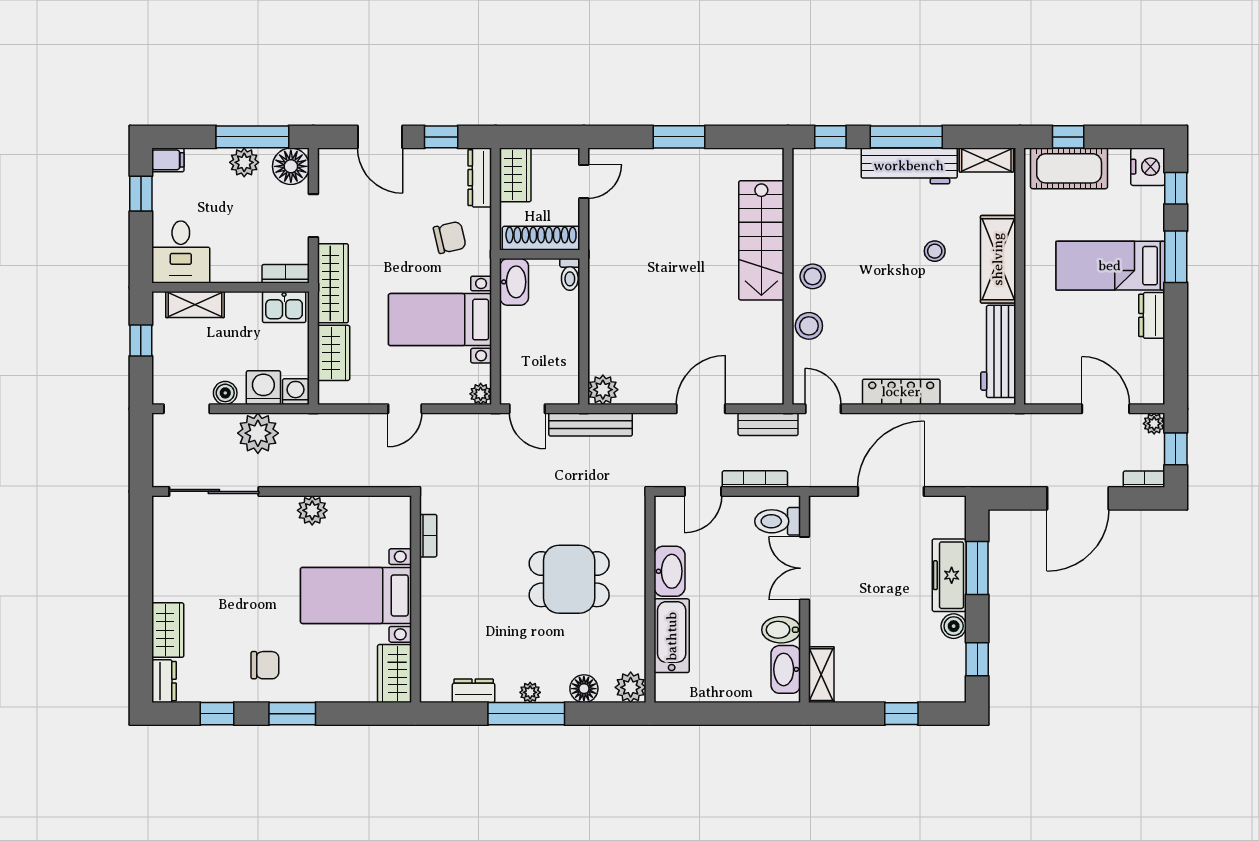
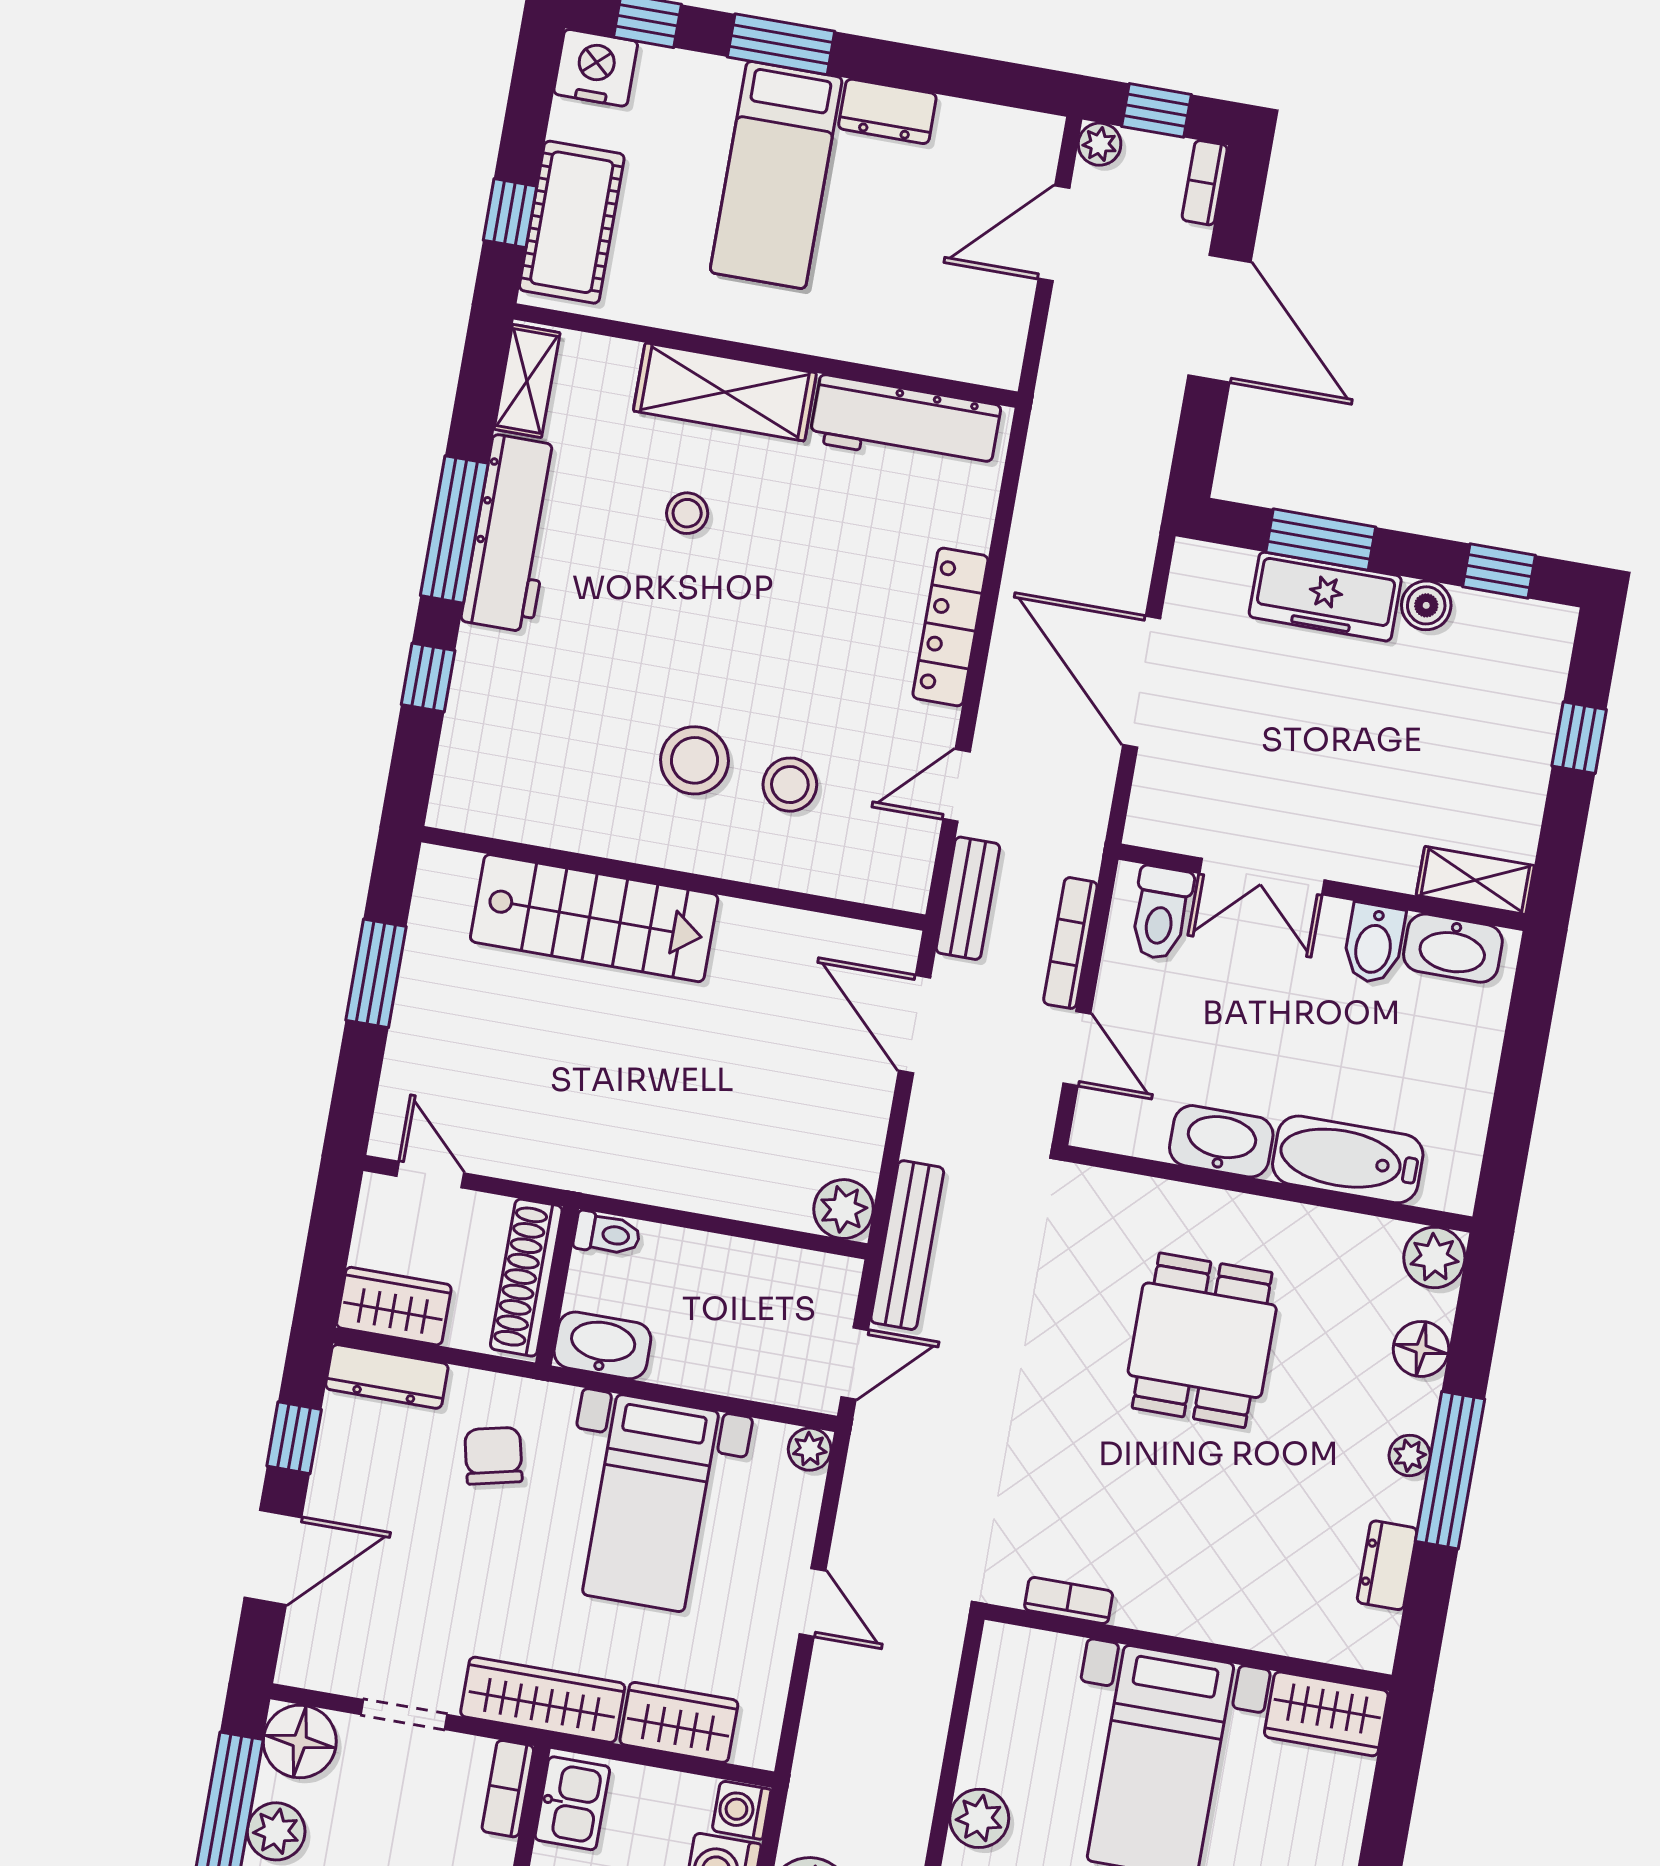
stairs: (761, 240) -> (594, 918), moved
wall: (788, 276) -> (673, 878), moved
stool: (813, 276) -> (694, 760), width x1.38, depth x1.38

